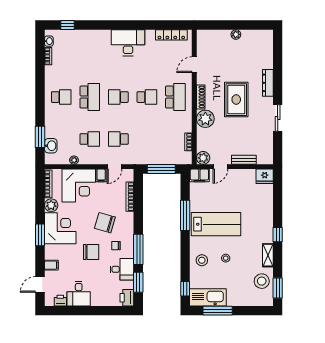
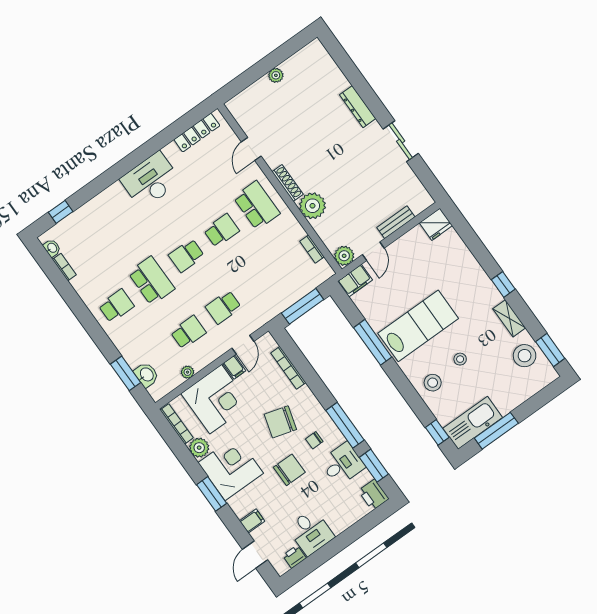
rug: (236, 100) -> (333, 155), removed

